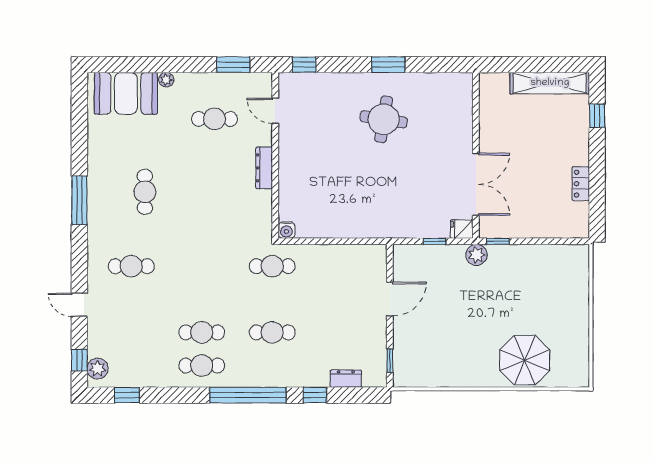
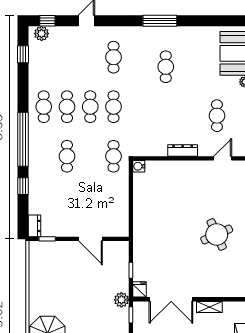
round table: (384, 119) -> (217, 234), turned -33
shelving: (487, 130) -> (209, 307), added
cafe table: (145, 192) -> (166, 67), turned 90
cafe table: (202, 266) -> (114, 107), added
cafe table: (202, 299) -> (90, 107), added
dresser: (346, 379) -> (34, 226), moved

